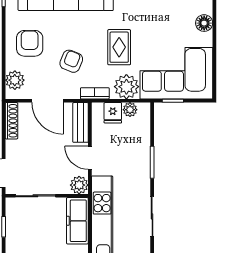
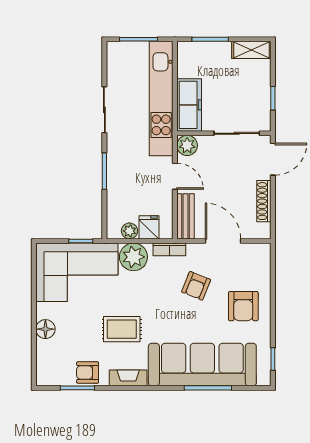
rug: (119, 47) -> (122, 329), moved, turned 90
plant: (15, 80) -> (260, 264), removed
shoe rack: (11, 121) -> (264, 201), moved

